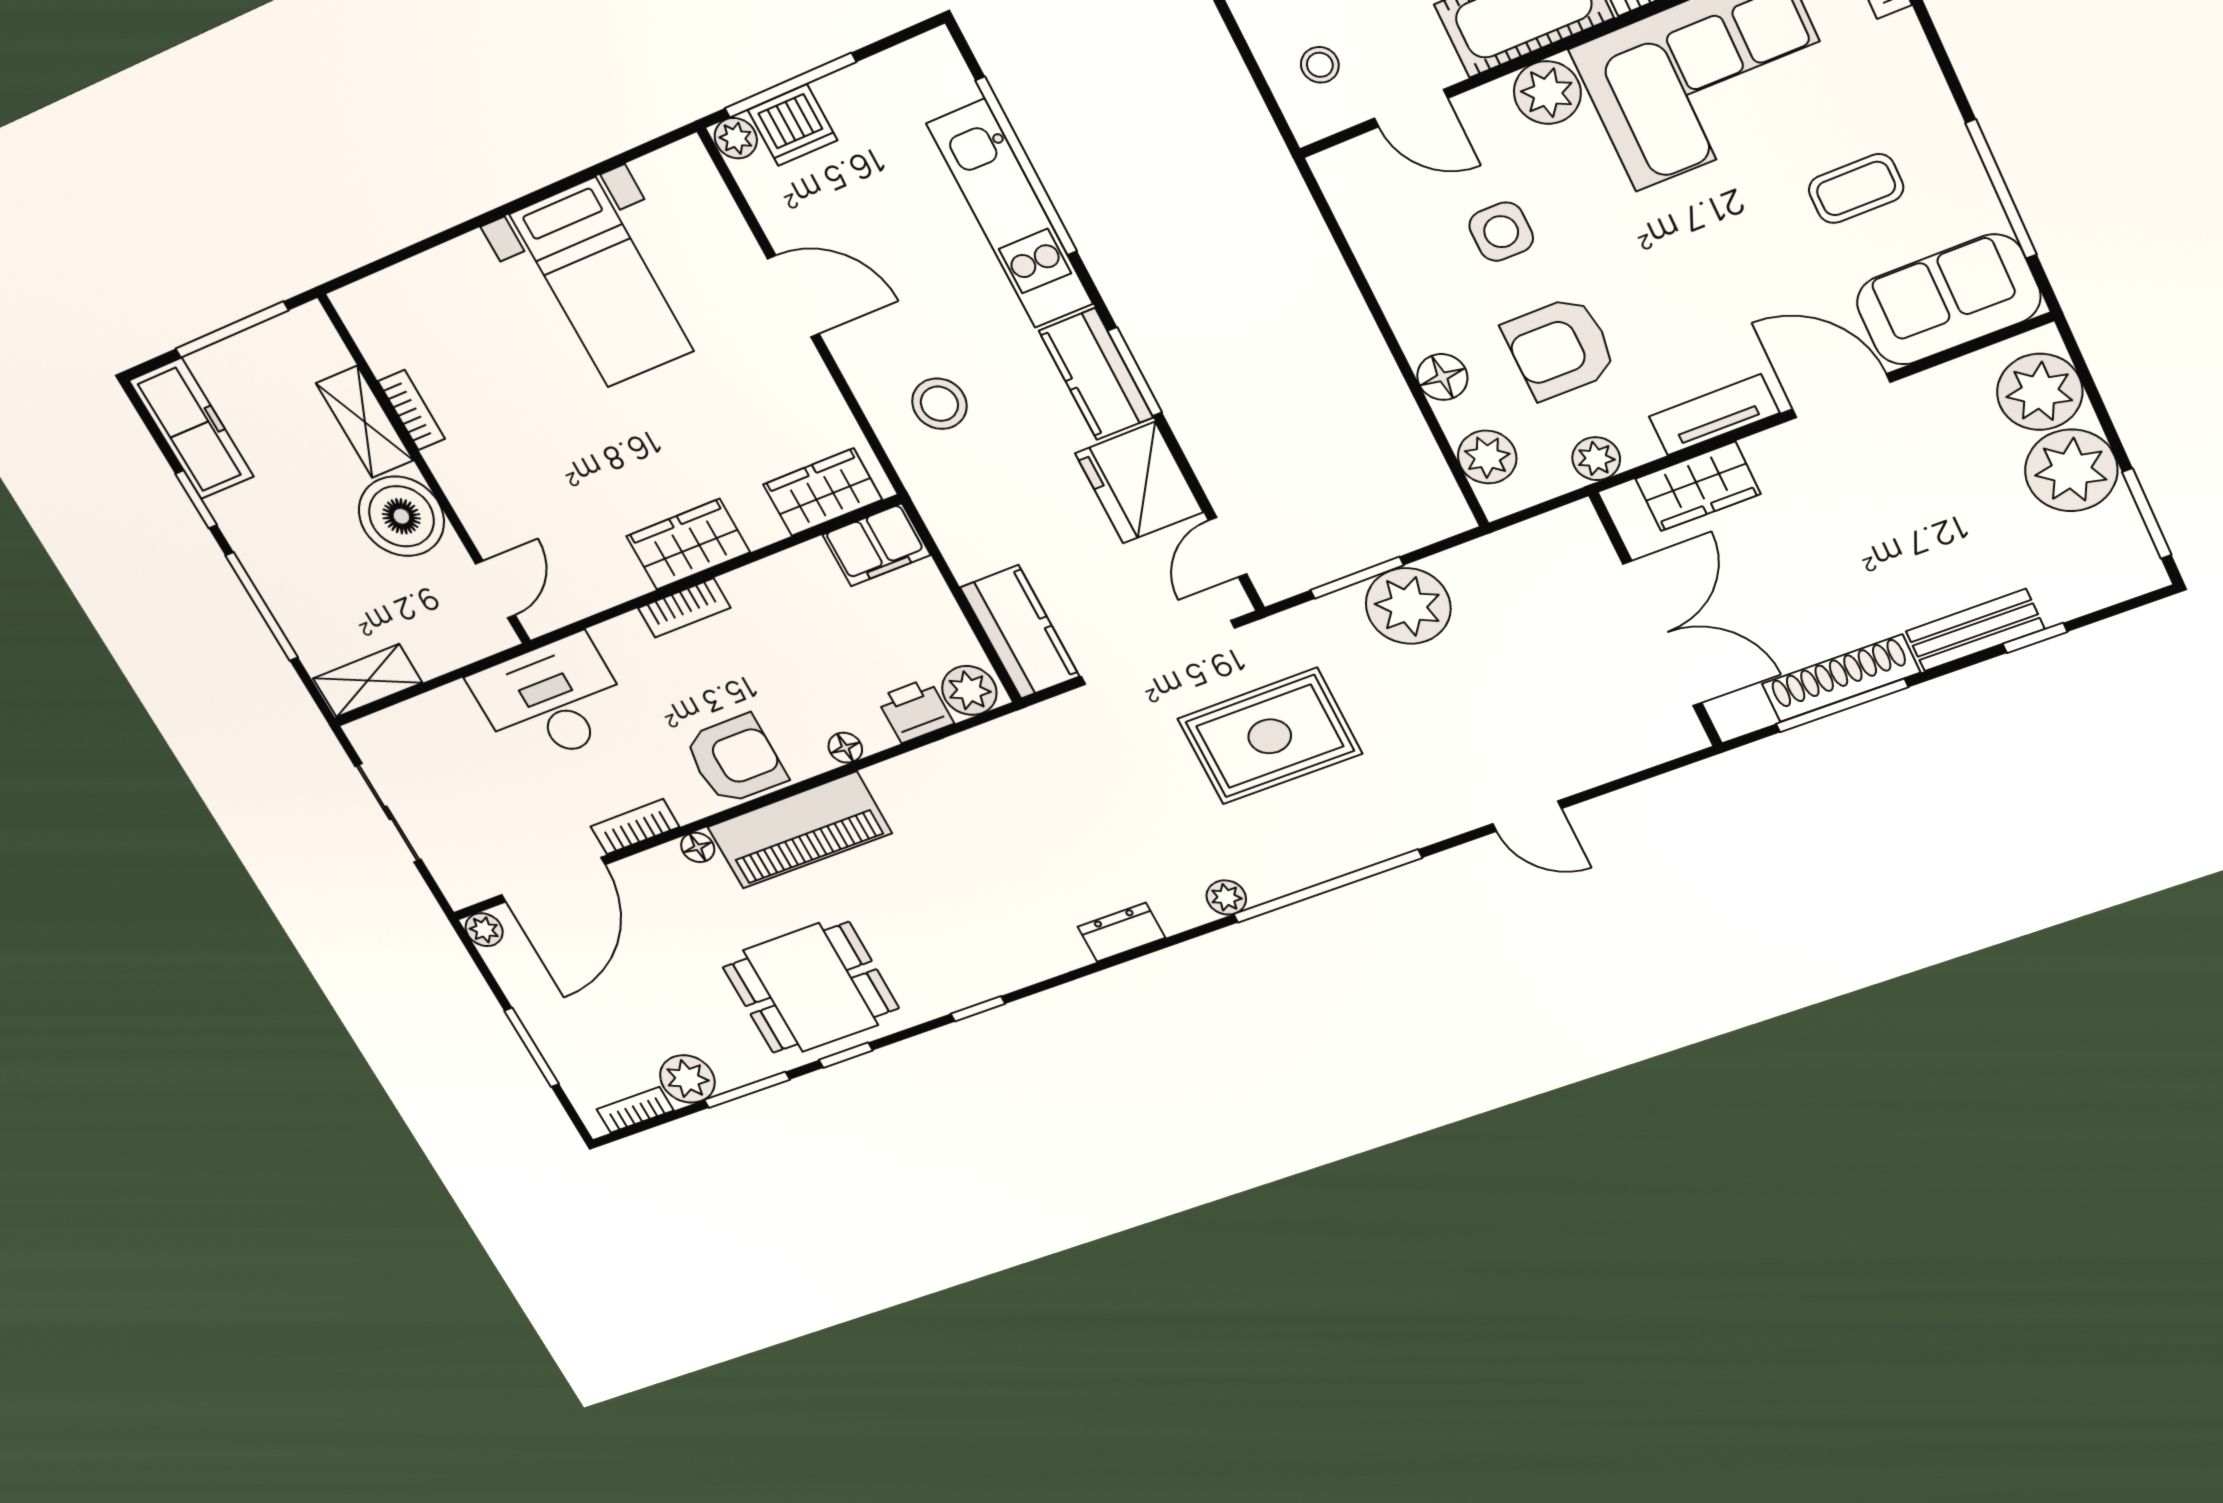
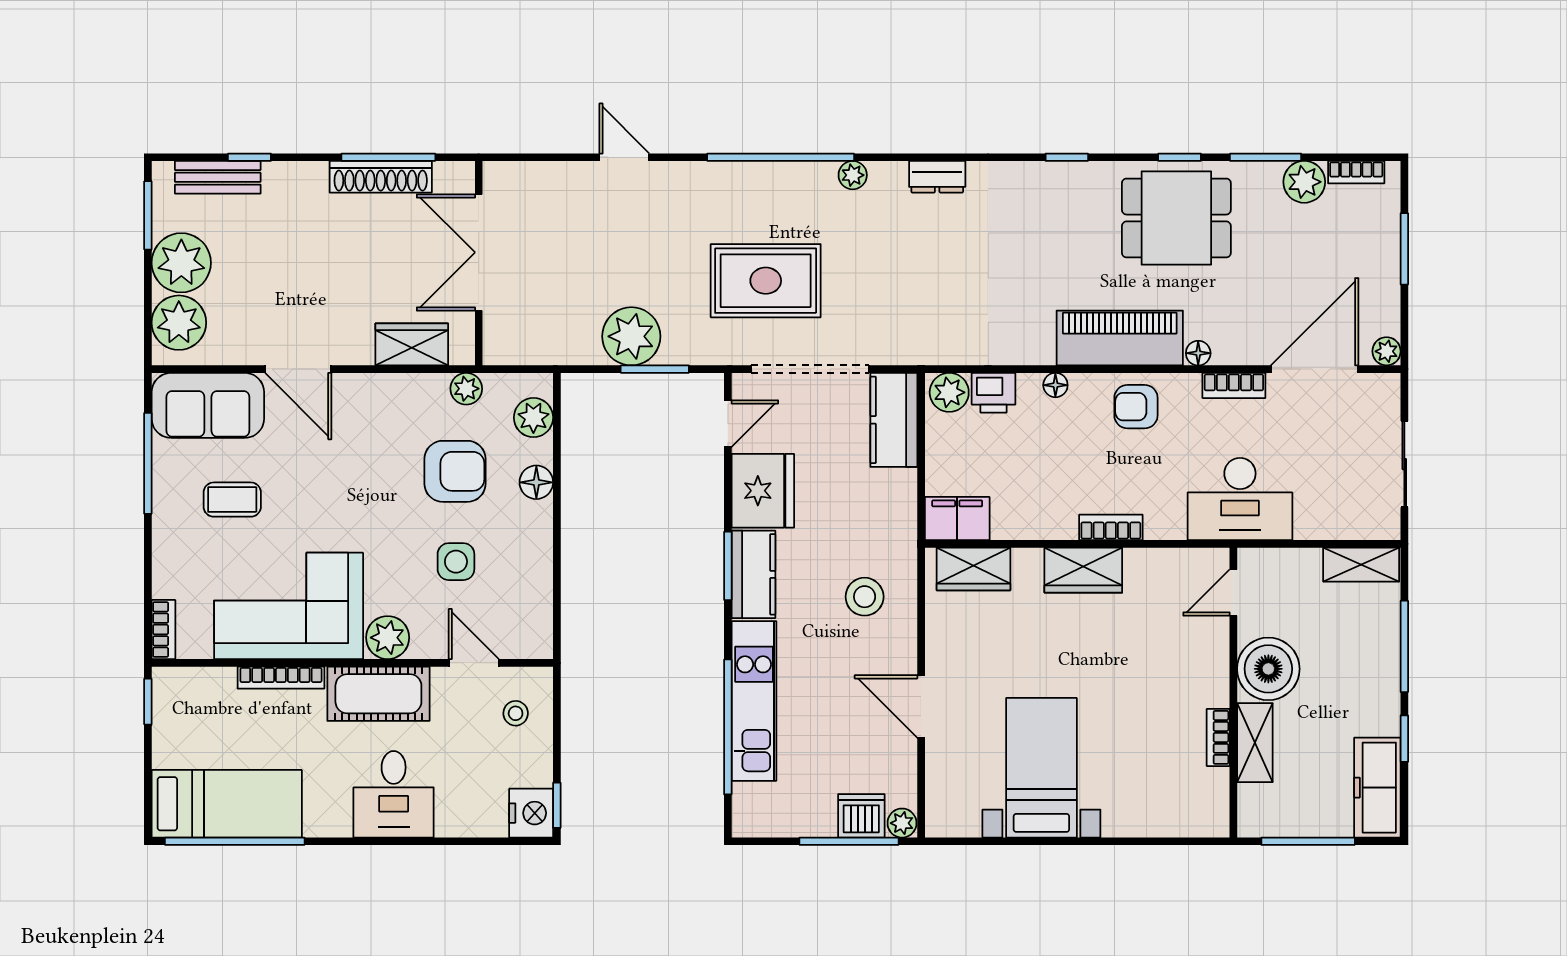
tv unit: (1714, 415) -> (381, 388), removed
bench: (1975, 630) -> (218, 177), moved
armchair: (735, 759) -> (1136, 407), width x0.72, depth x0.72

